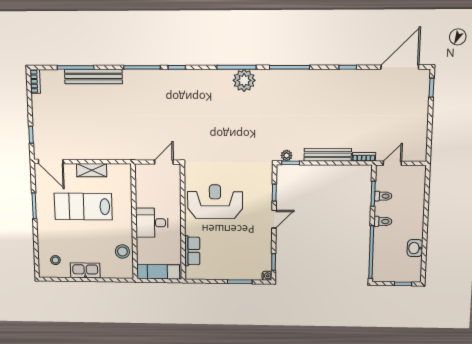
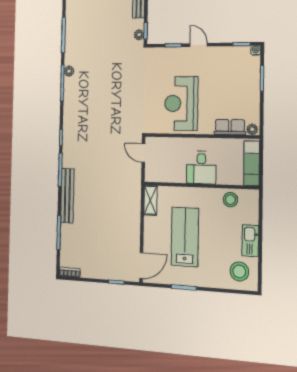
bench: (93, 77) -> (67, 196), moved
plant: (244, 80) -> (69, 71), width x0.53, depth x0.53
shelving: (92, 170) -> (150, 200), moved
lab bench: (83, 207) -> (185, 237), turned 180
stool: (55, 260) -> (239, 271), width x1.89, depth x1.89
plant: (191, 272) -> (252, 129), added

